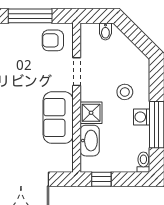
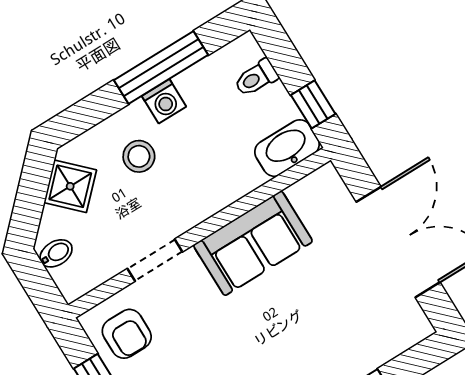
shower: (91, 113) -> (70, 186), moved, turned 45
washbasin: (90, 141) -> (287, 148), moved
toilet: (143, 162) -> (256, 78), moved

